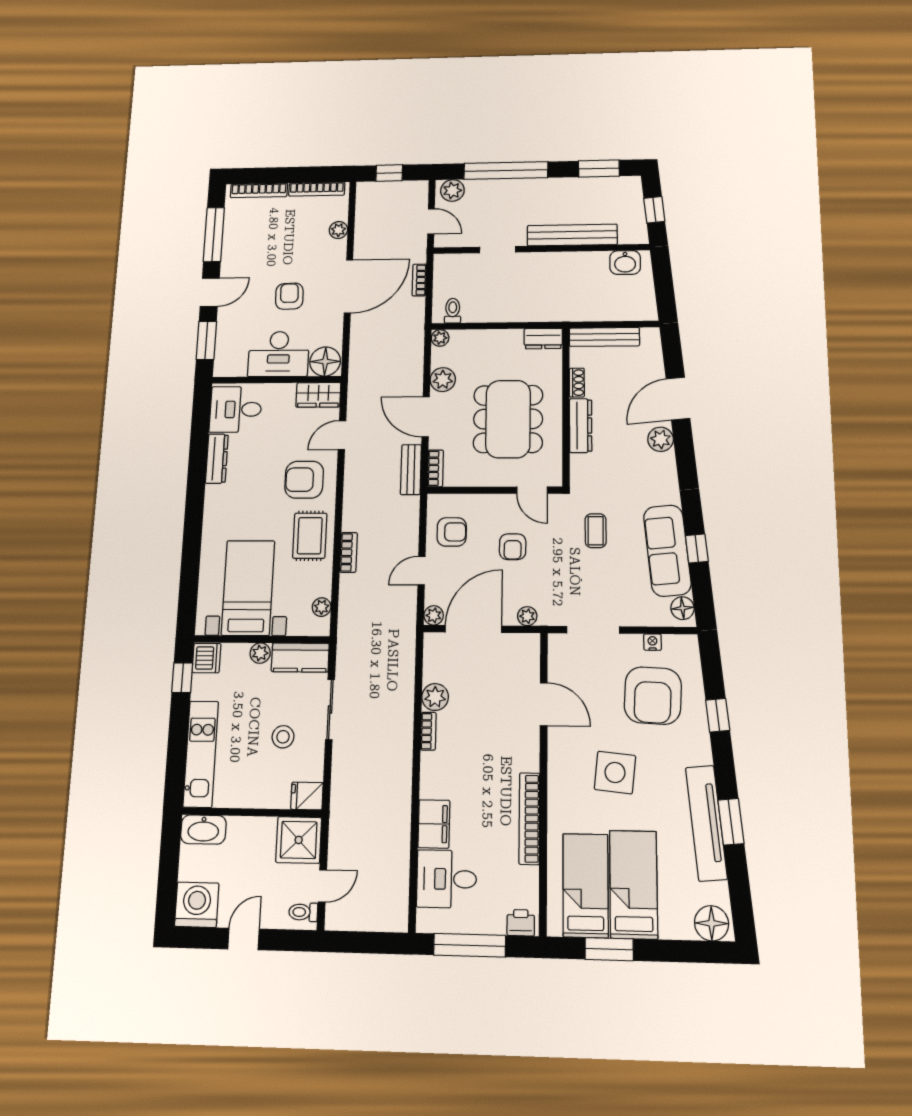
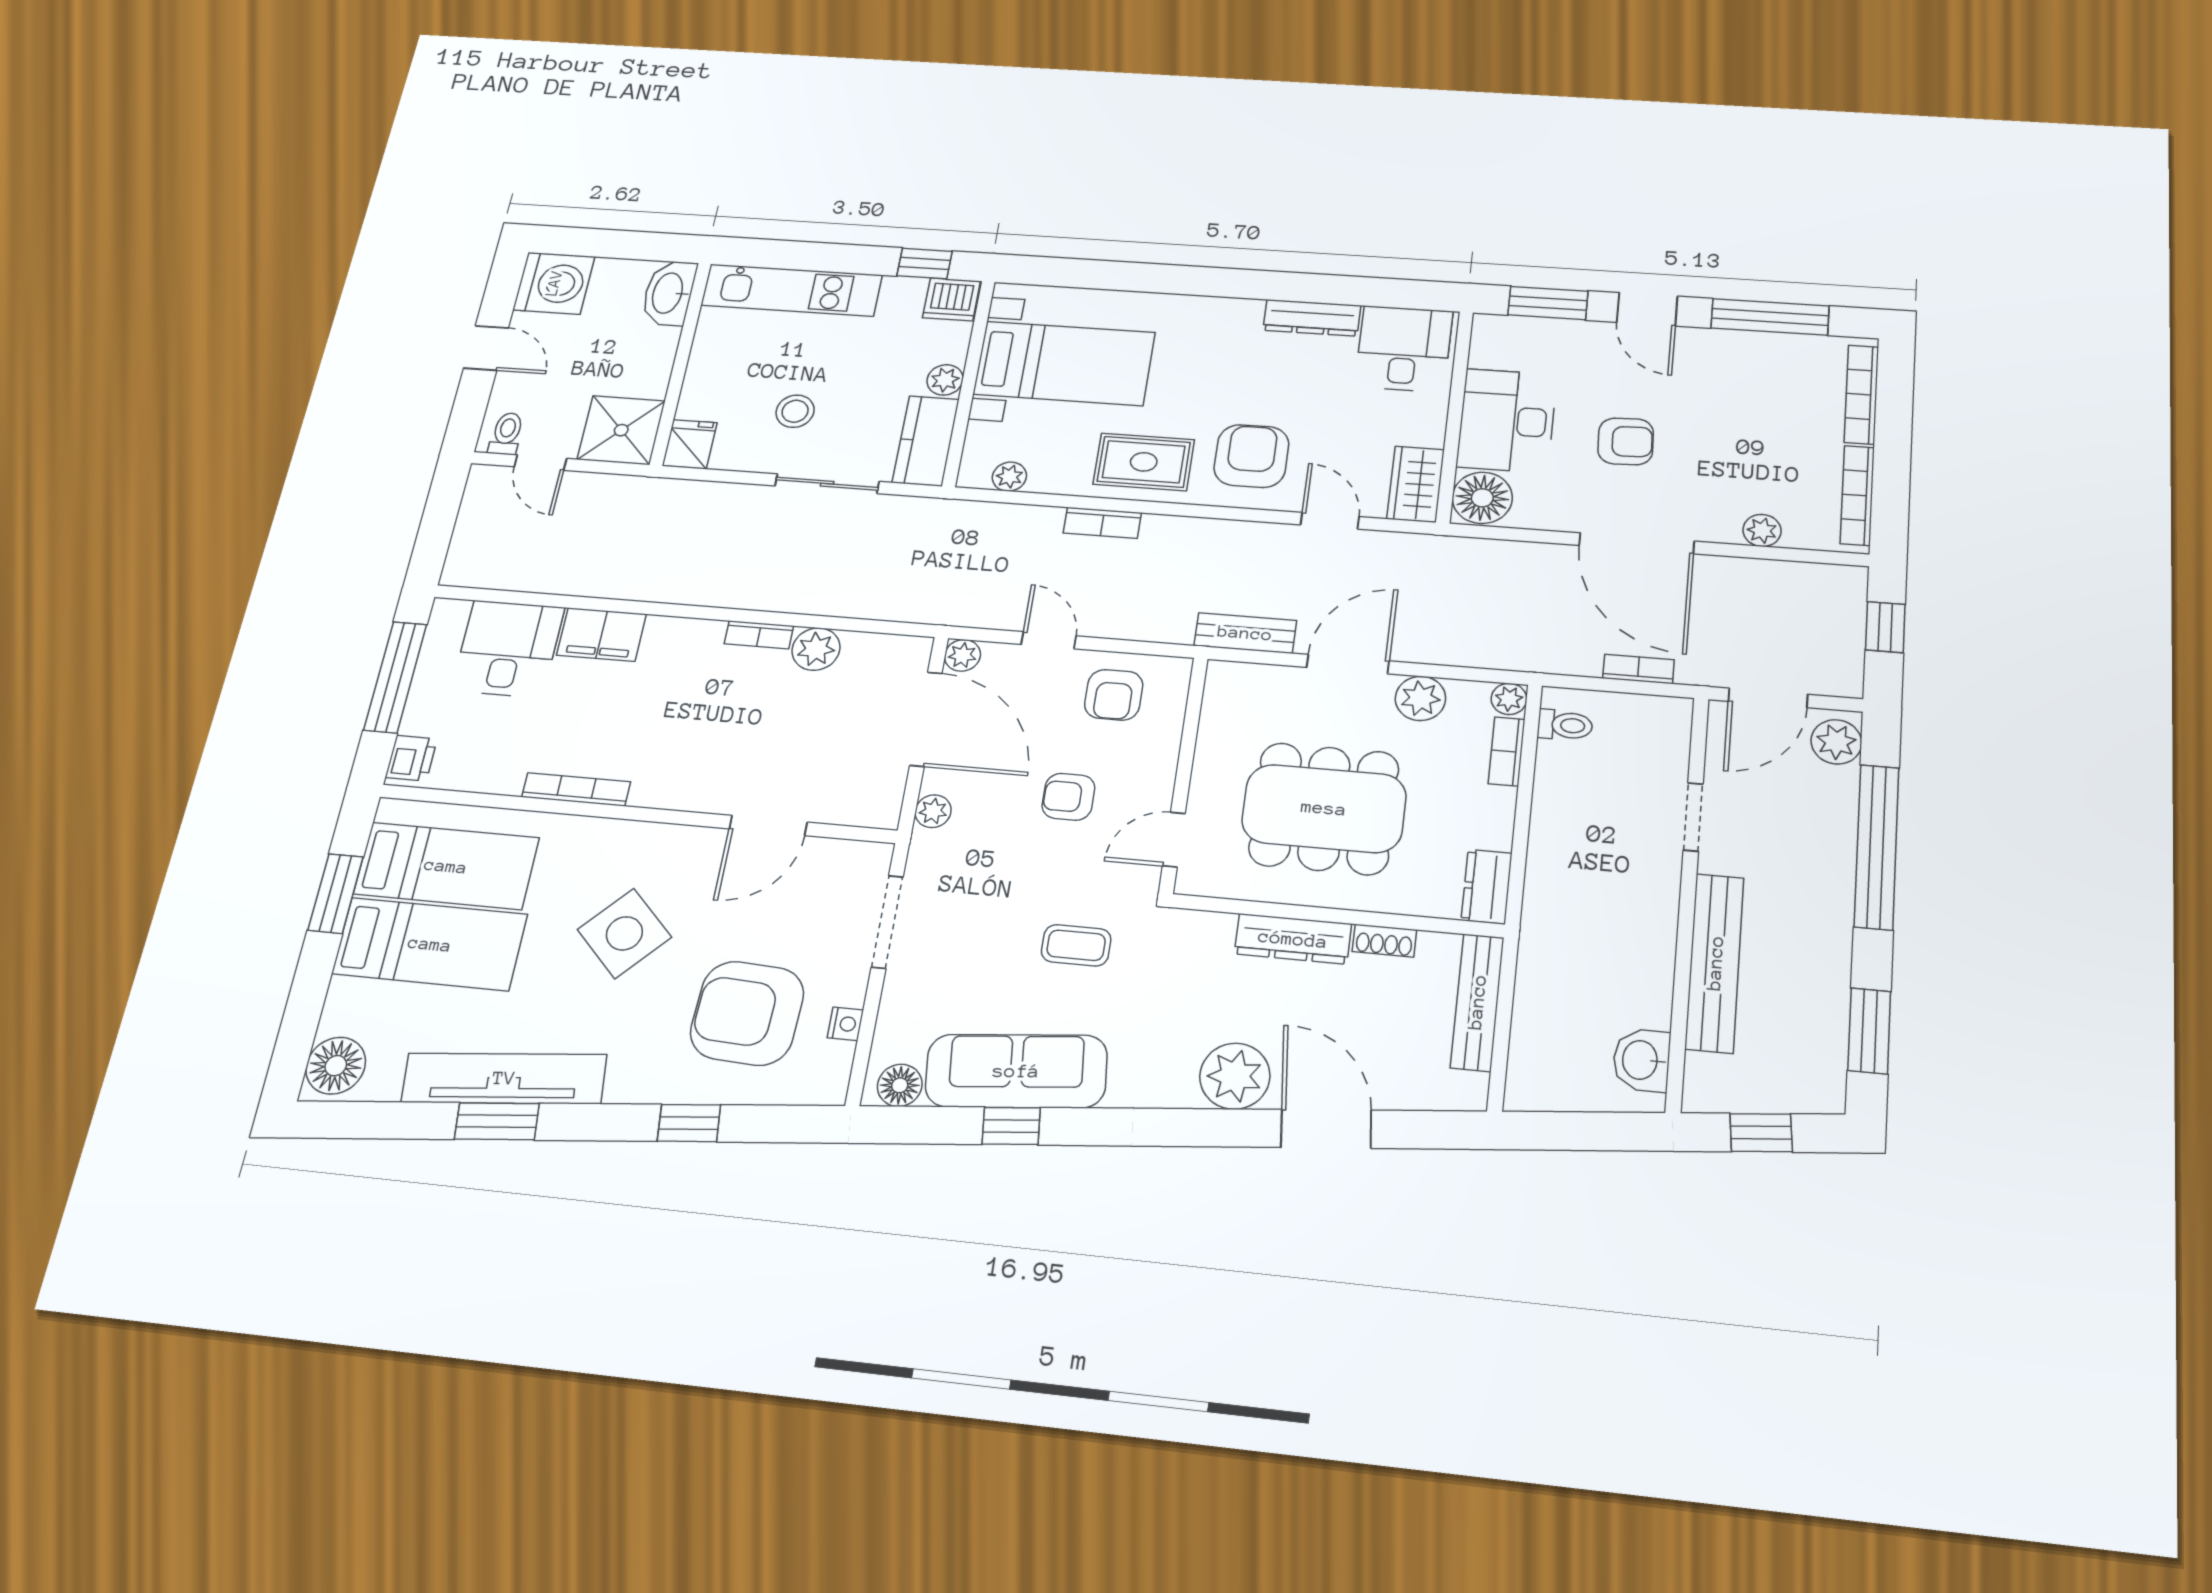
door: (431, 221) -> (1768, 698), width x1.38
plant: (661, 439) -> (1235, 1076), width x1.36, depth x1.36
bookcase: (435, 468) -> (1507, 751), moved, turned 90
side table: (615, 773) -> (624, 933), turned 38
bookcase: (529, 818) -> (576, 789), width x0.68, depth x0.76

